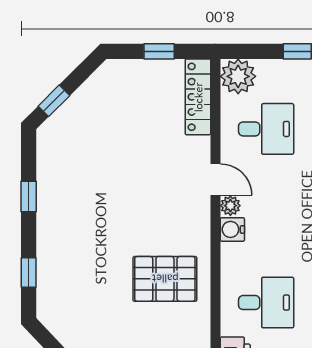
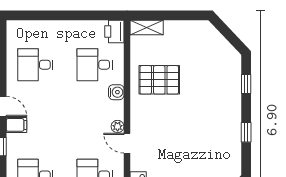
water cooler: (232, 229) -> (116, 92), moved

